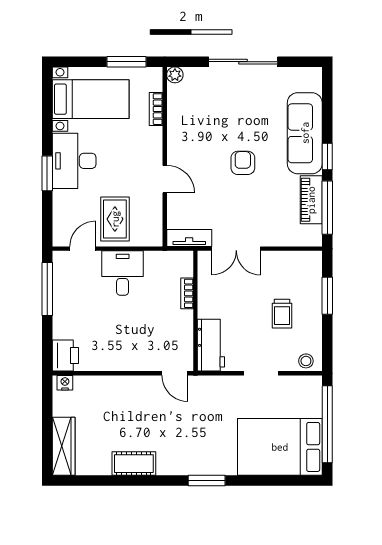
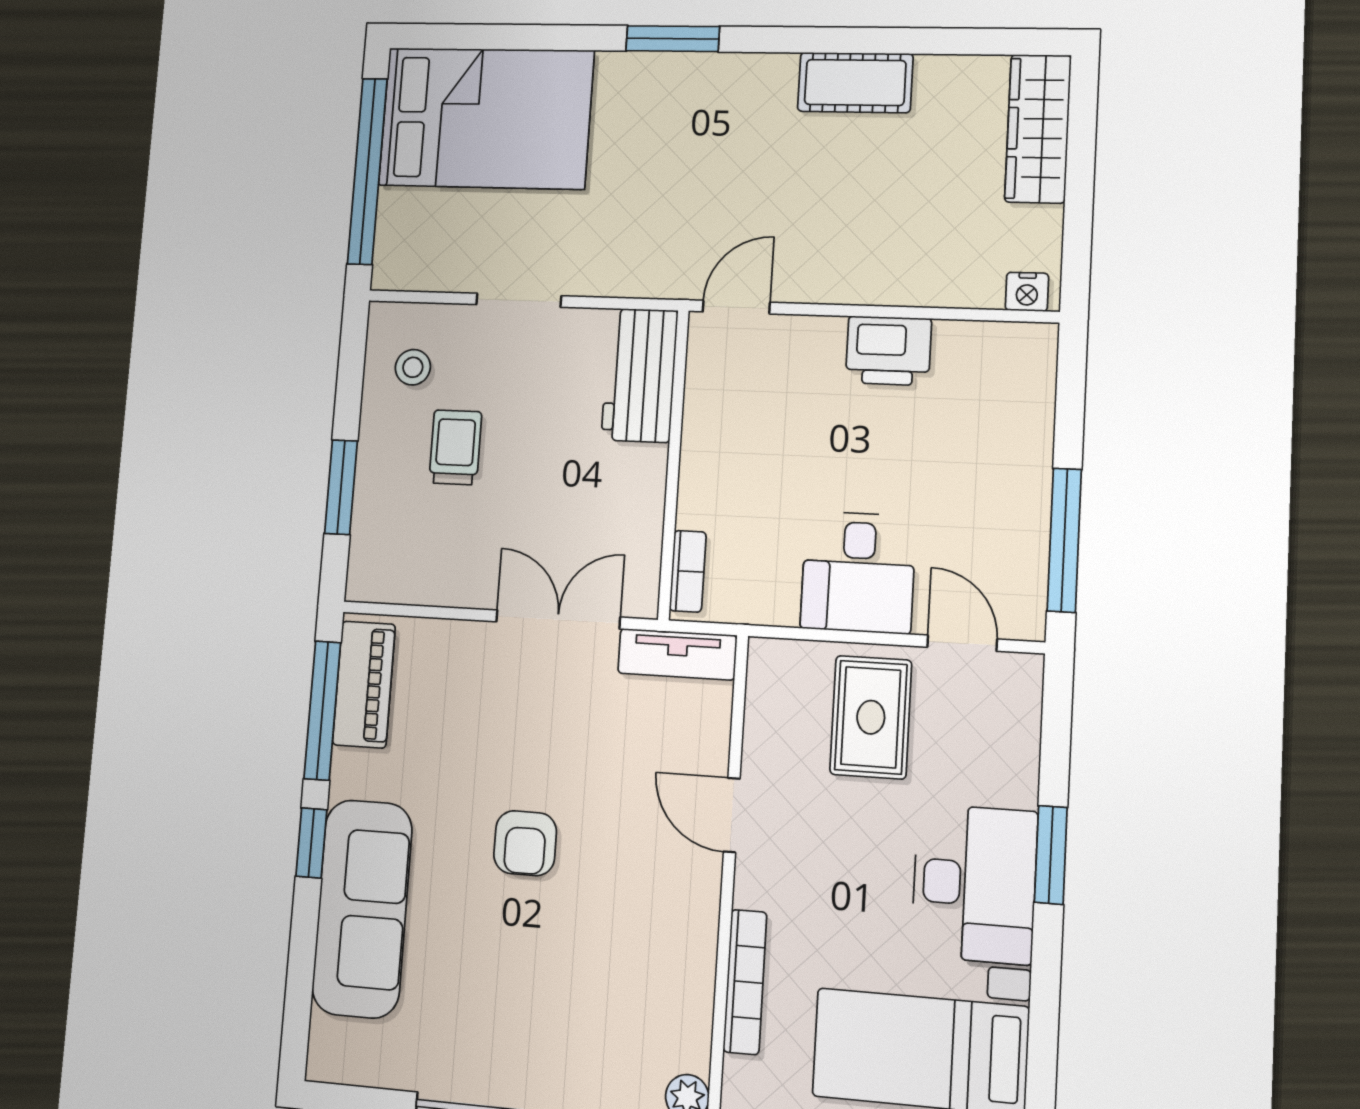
bookcase: (156, 109) -> (745, 982), width x1.56
piano: (311, 200) -> (364, 684), moved
door: (83, 249) -> (962, 643), swing flipped
bookcase: (187, 293) -> (688, 571), moved
printer: (65, 355) -> (888, 351), moved, turned -90
stool: (306, 361) -> (413, 367), moved
door: (175, 373) -> (736, 307), hinge flipped

